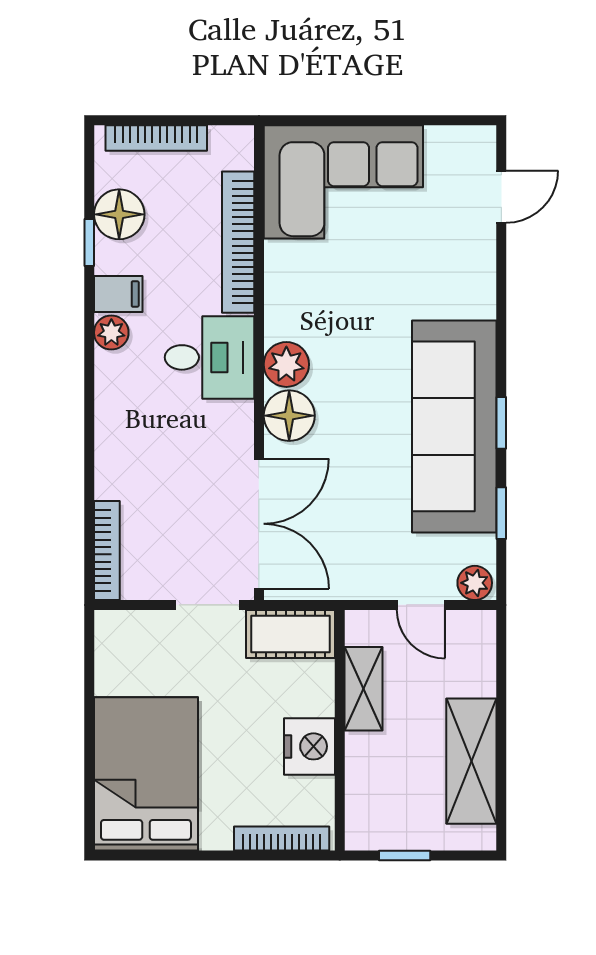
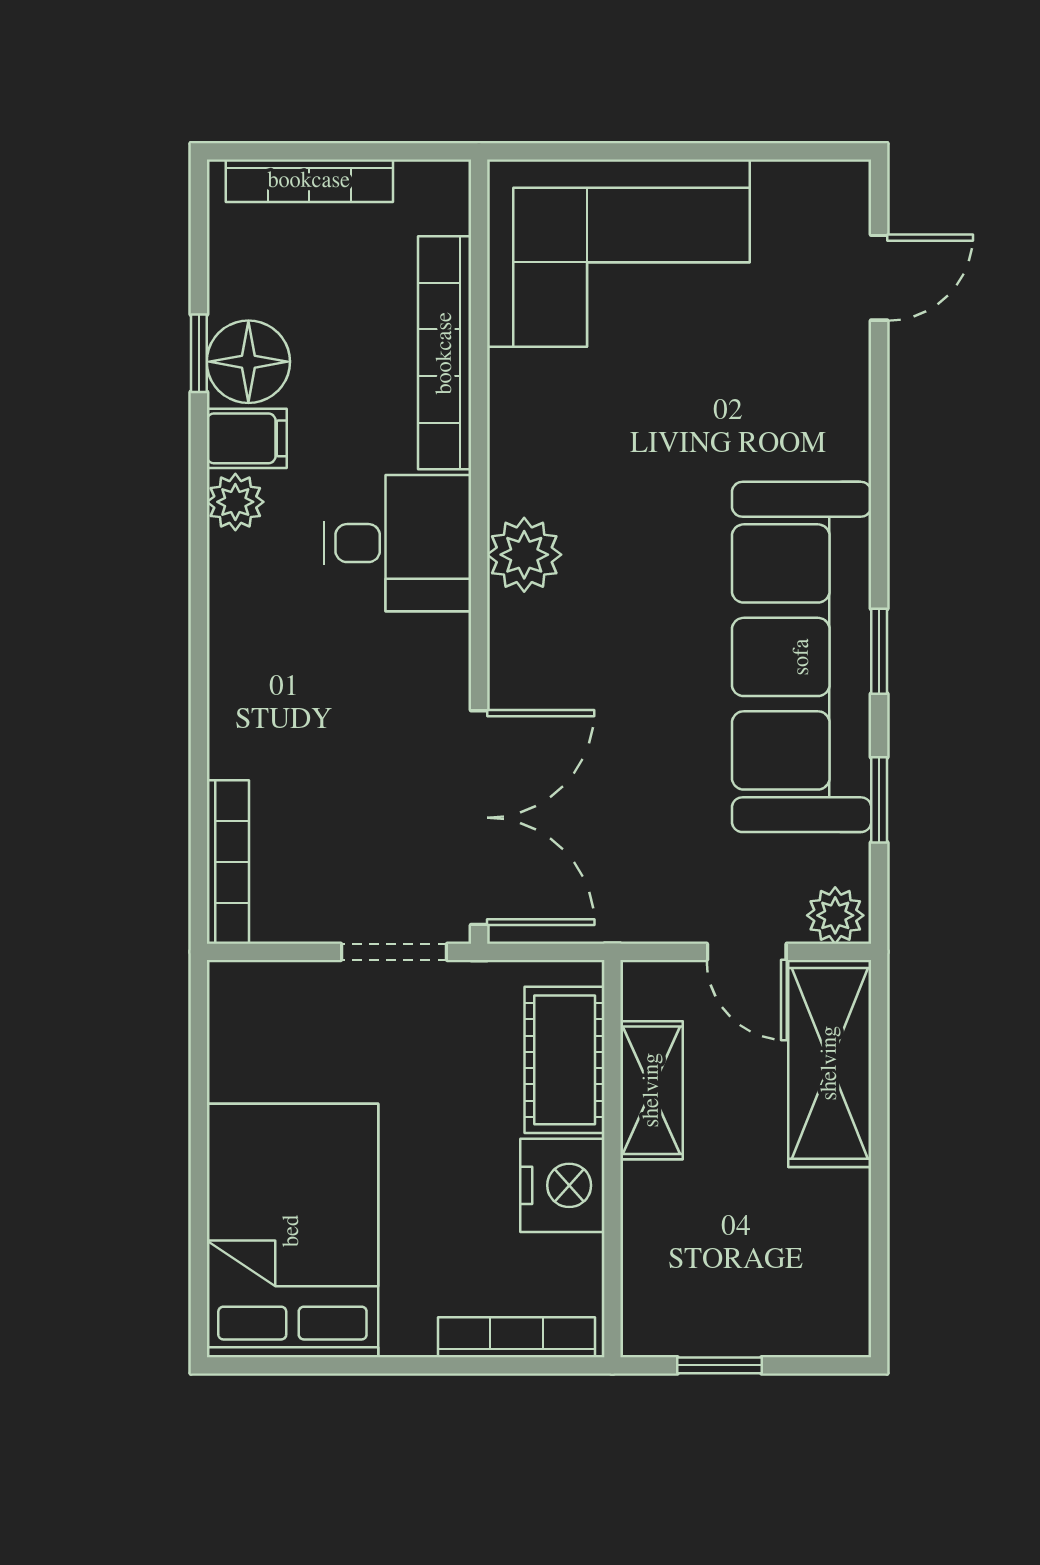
floor lamp: (119, 214) -> (248, 362), moved
floor lamp: (289, 416) -> (529, 639), removed
cot: (291, 634) -> (565, 1060), moved, turned 90
shelving: (471, 761) -> (830, 1063), moved

